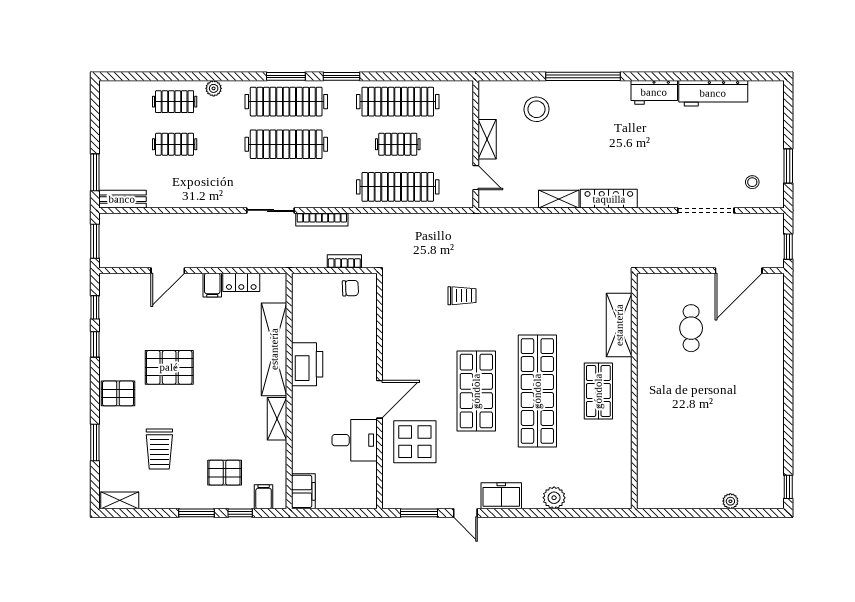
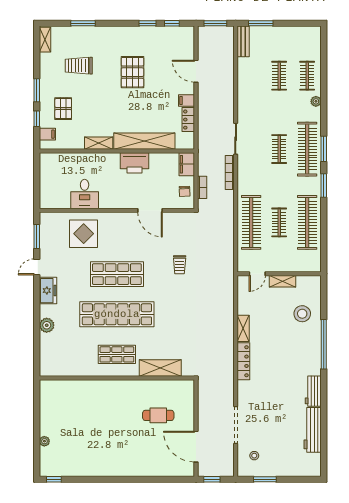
clothes rail: (286, 144) -> (279, 149), width x0.54, depth x0.76
pallet: (118, 393) -> (115, 38), removed
door: (379, 399) -> (150, 210), moved
filing cabinet: (303, 491) -> (187, 164), moved, turned 90

